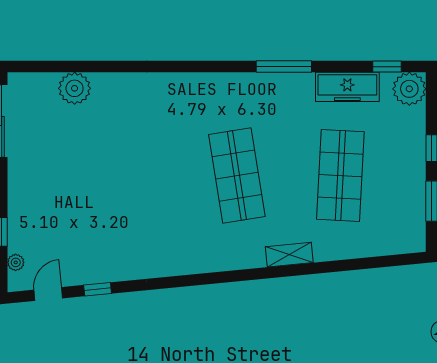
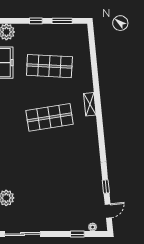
shelving: (289, 255) -> (90, 104), moved
door: (48, 294) -> (108, 211), swing flipped

